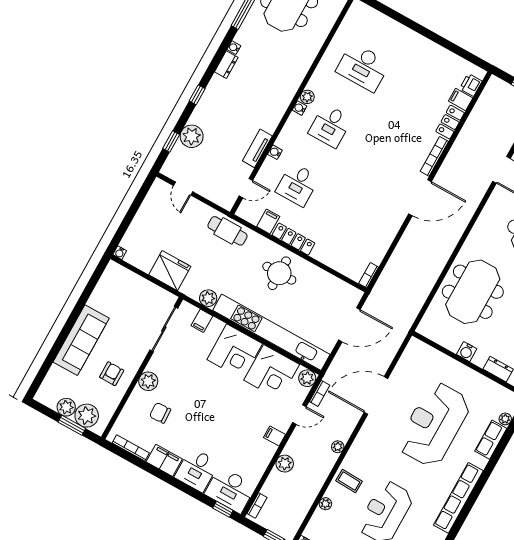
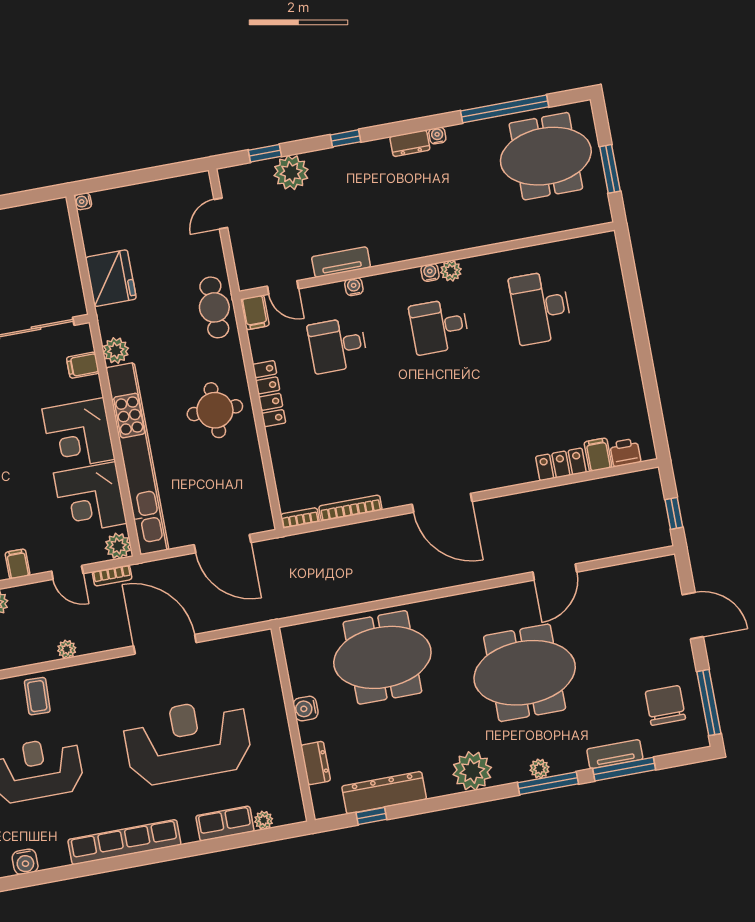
bookcase: (434, 156) -> (350, 508), moved
filing cabinet: (268, 222) -> (255, 312), moved, turned 90

